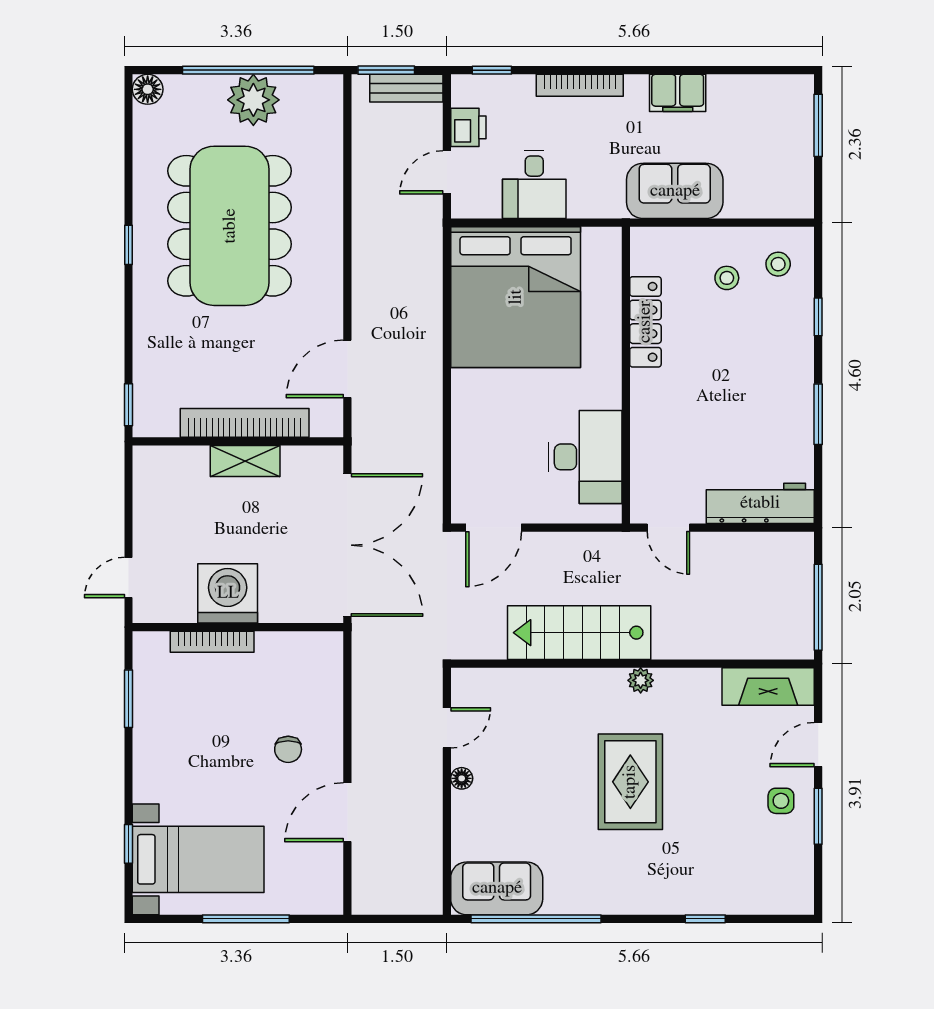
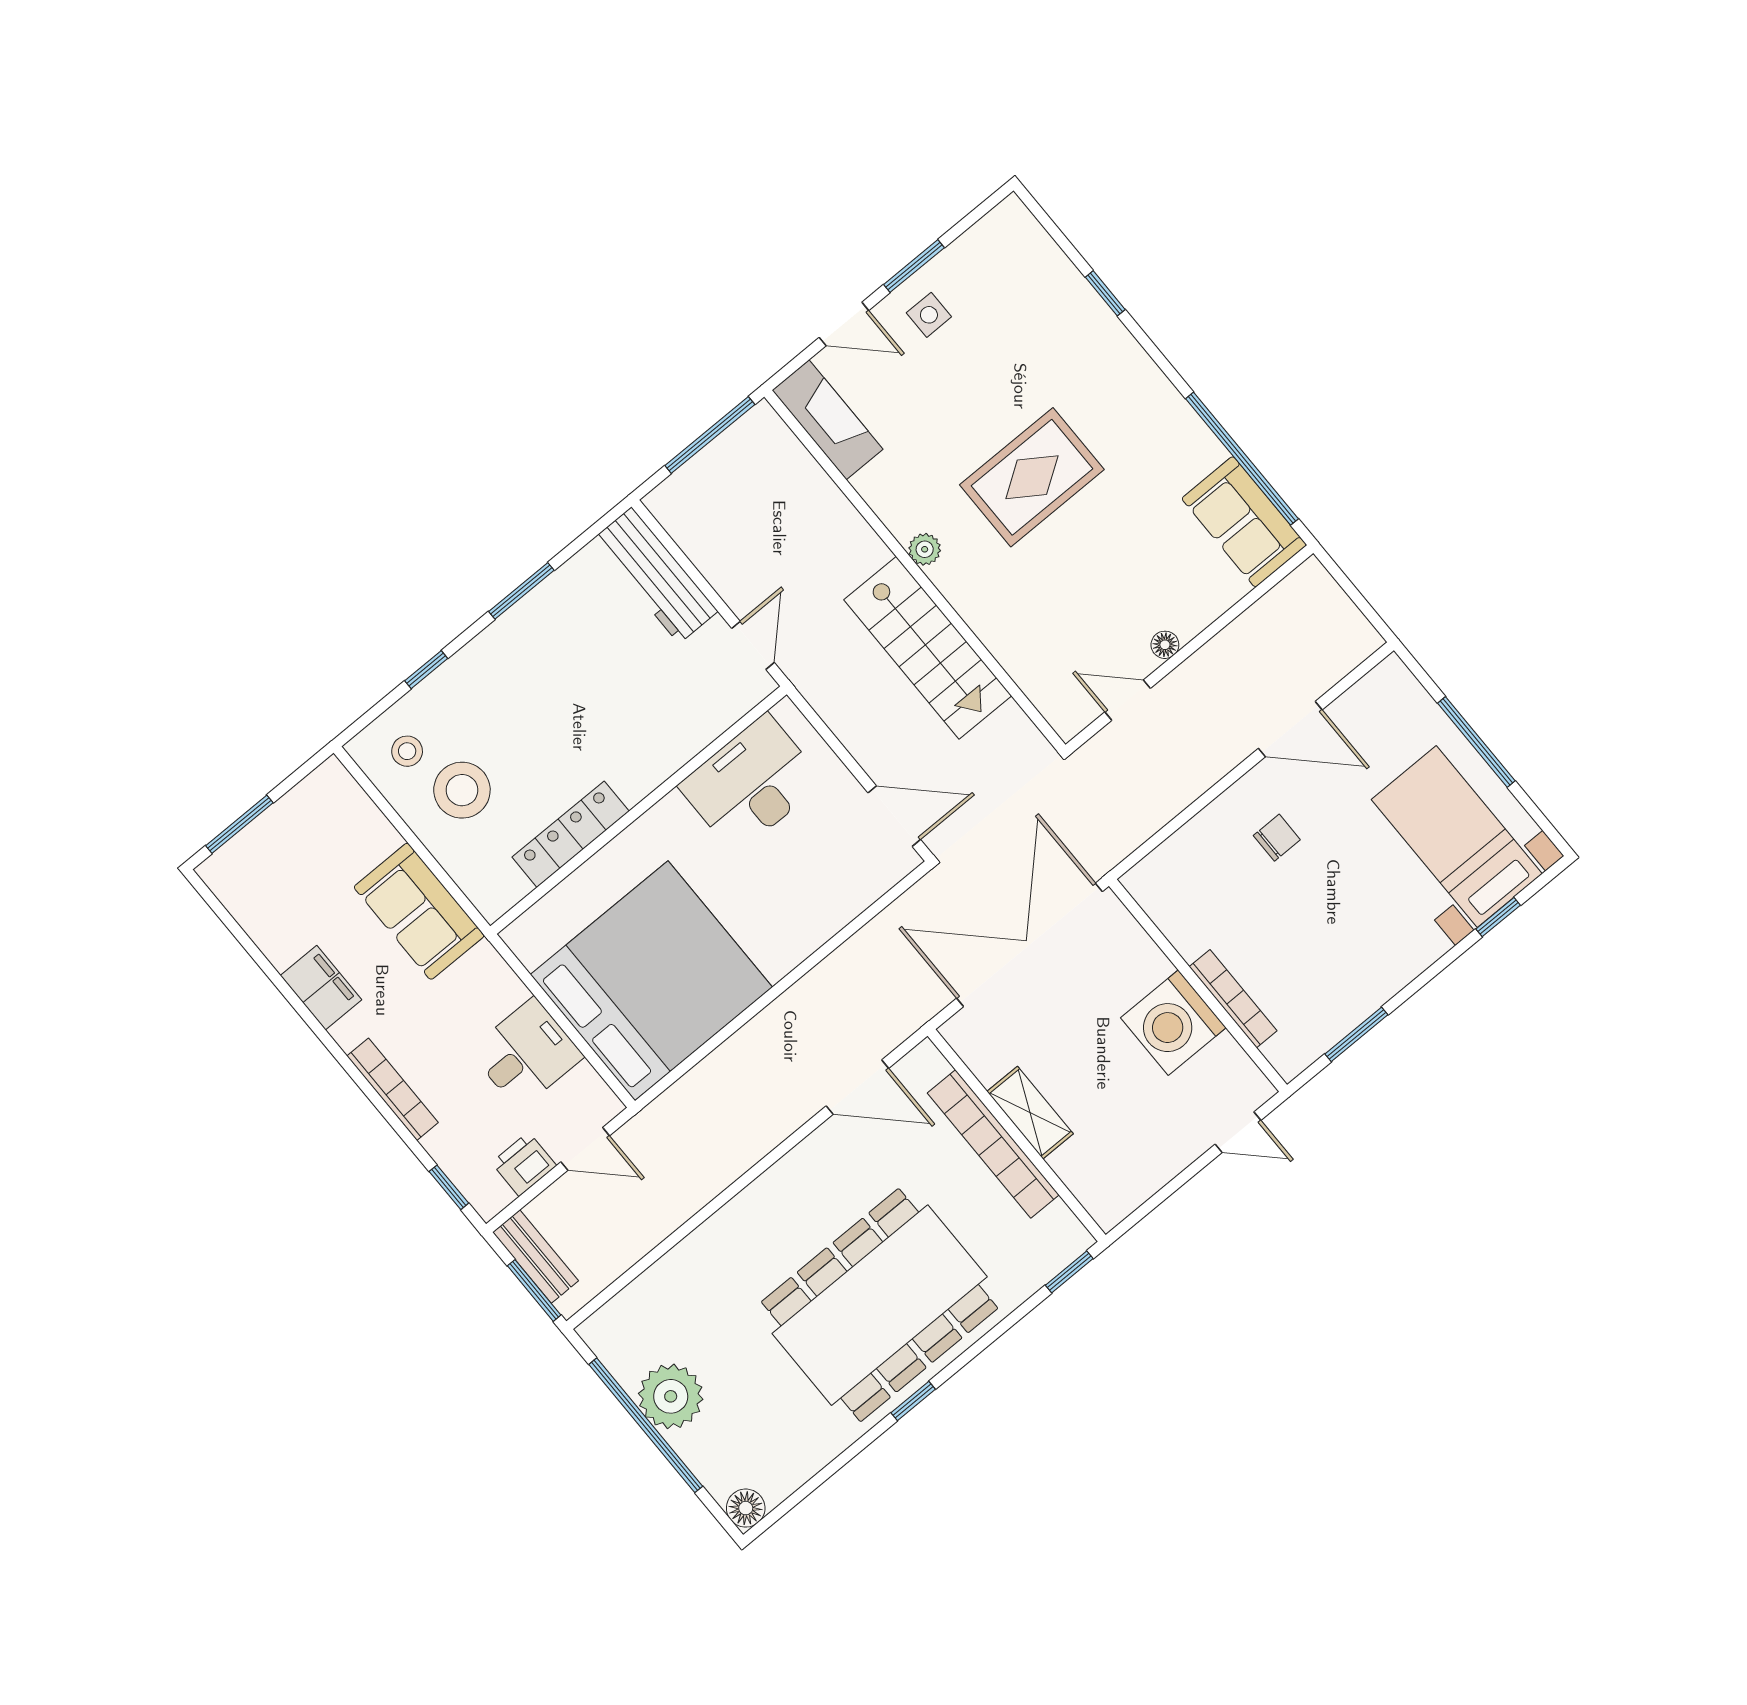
dining table: (230, 226) -> (880, 1305), moved
stool: (727, 278) -> (462, 790), width x1.89, depth x1.89

